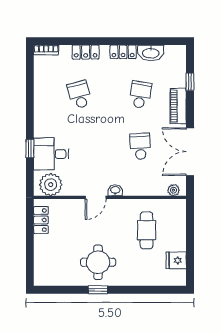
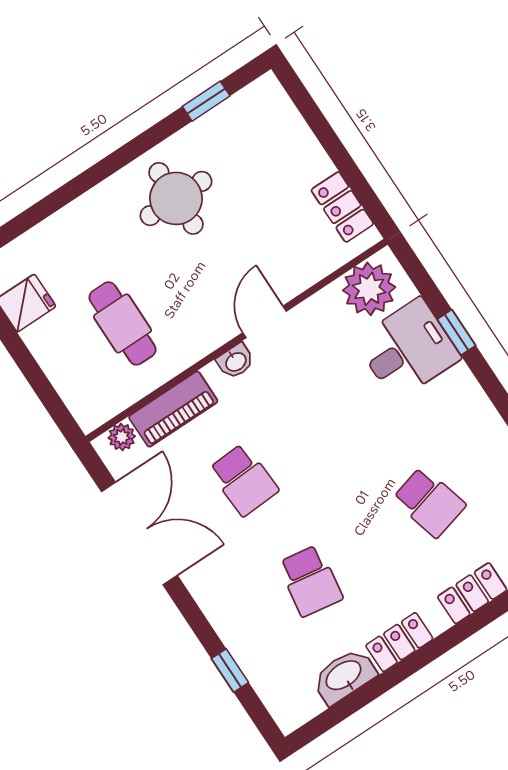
piano: (178, 106) -> (173, 409), moved, turned 90
window: (98, 290) -> (206, 101), moved

